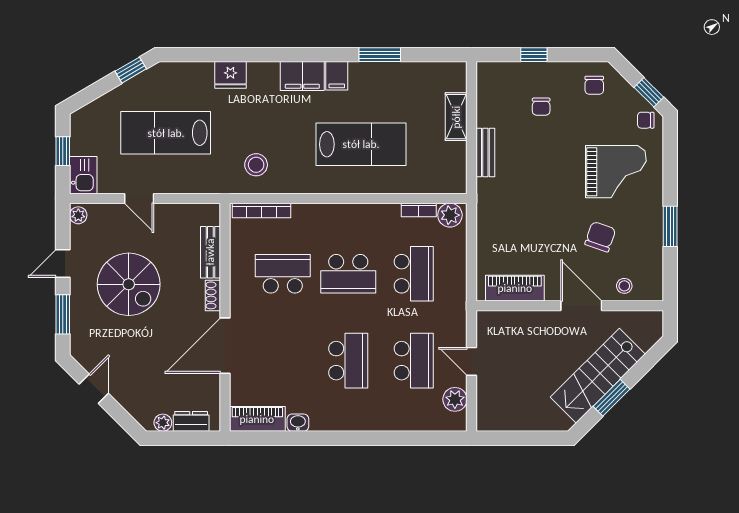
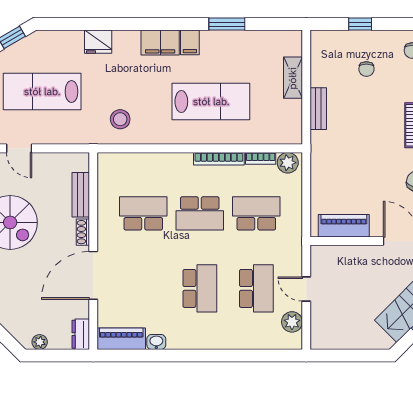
bookcase: (262, 210) -> (219, 159), moved
school desk: (414, 274) -> (256, 213), turned -90
dresser: (191, 421) -> (81, 334), moved, turned -90

